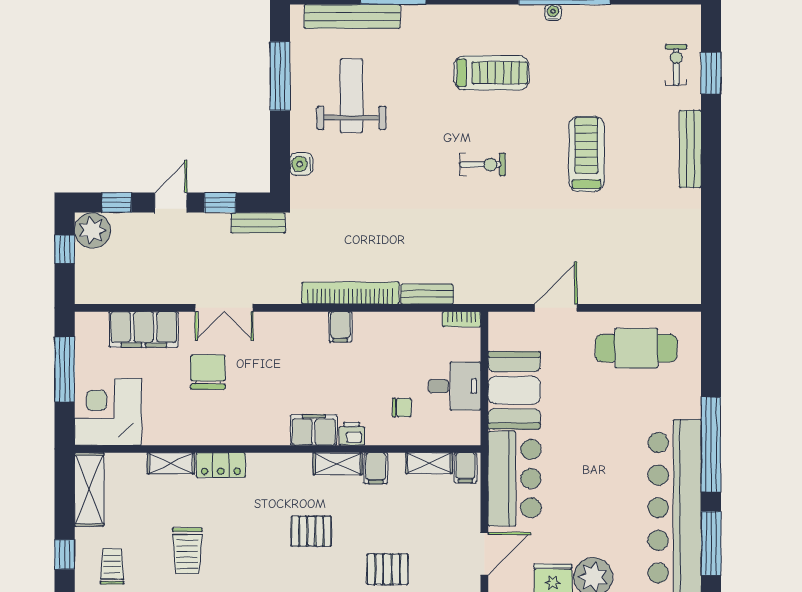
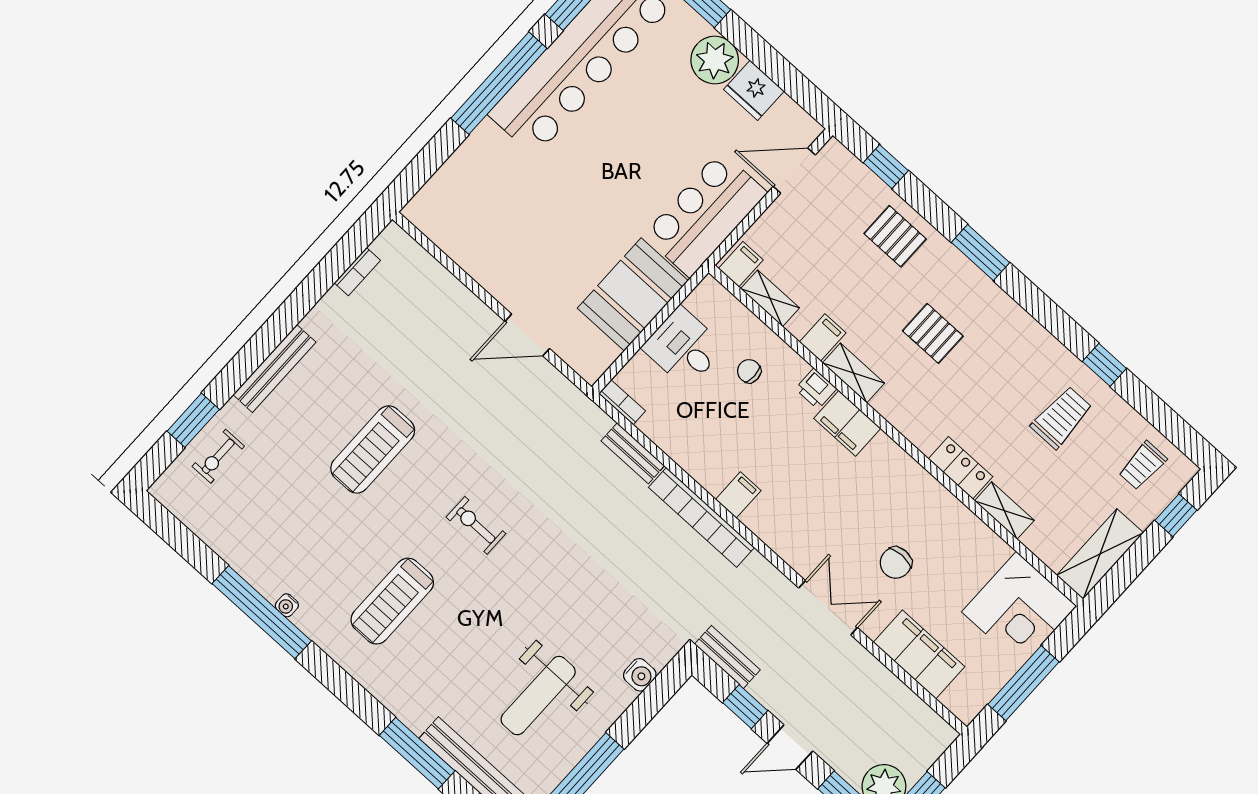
treadmill: (491, 73) -> (392, 601), turned -90
bookcase: (693, 253) -> (357, 272), added
cafe table: (636, 348) -> (487, 232), removed
chair: (208, 372) -> (896, 563), width x0.73, depth x0.73

